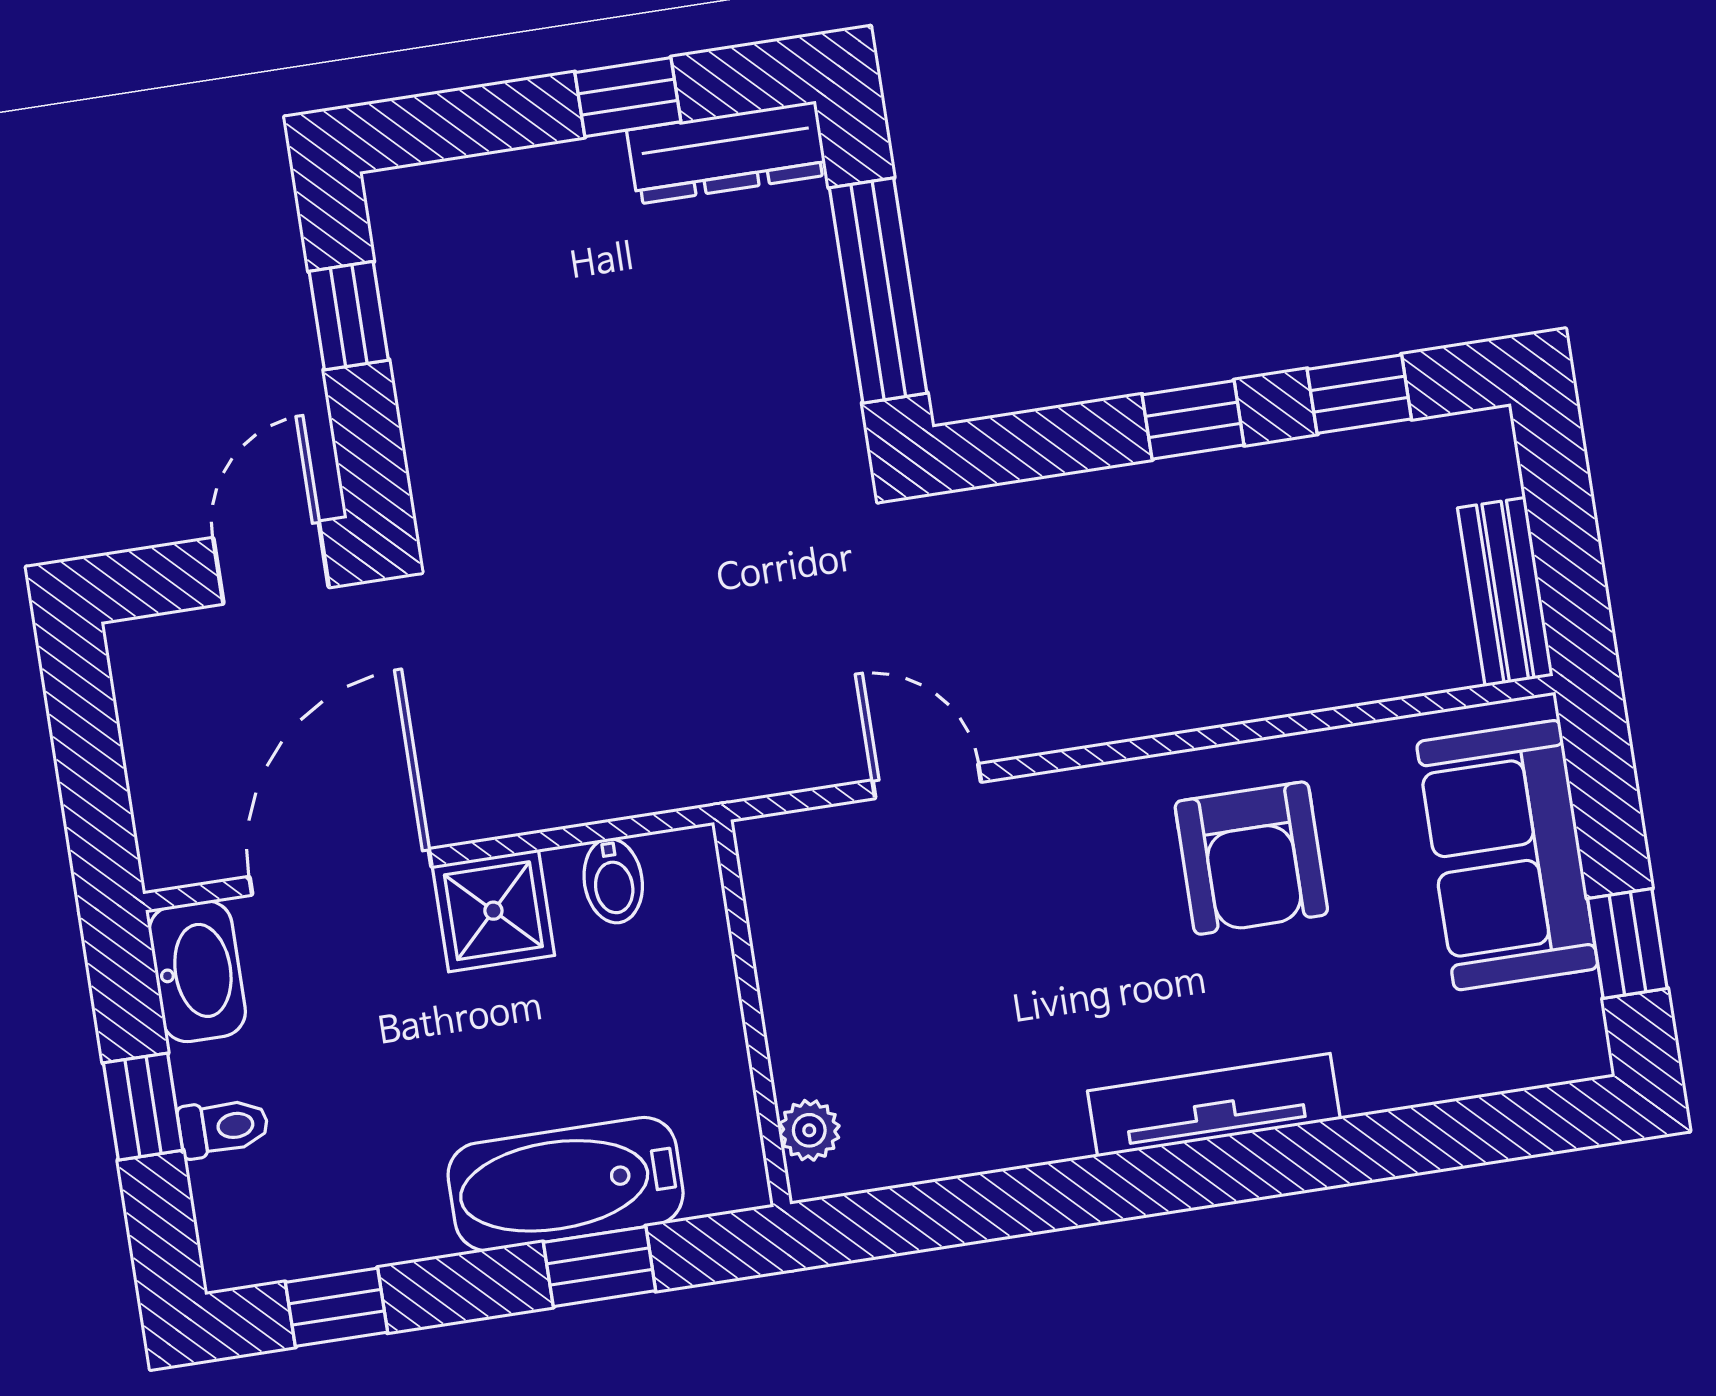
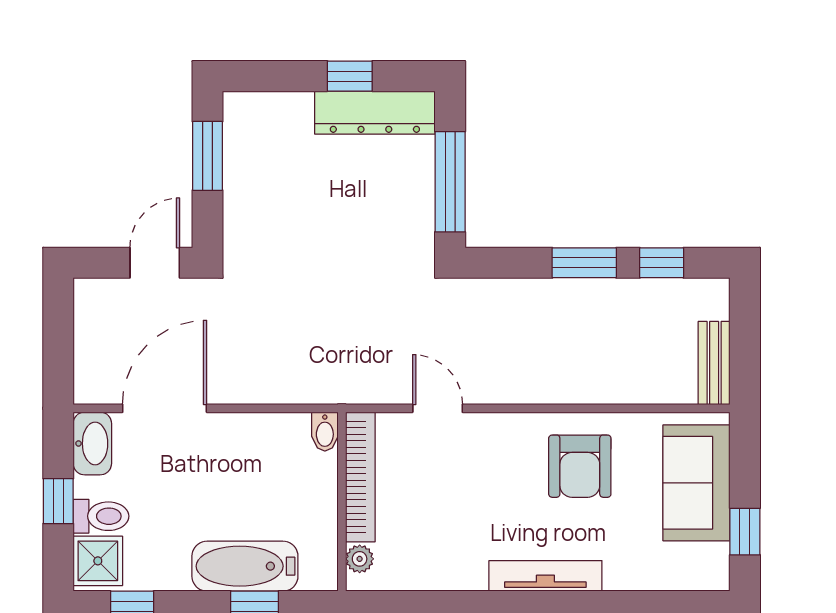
dresser: (727, 153) -> (375, 113), width x1.37, depth x1.24
window: (349, 316) -> (207, 156), width x1.50
window: (1193, 420) -> (584, 263), width x1.50
bidet: (613, 881) -> (325, 432), moved
shower: (493, 911) -> (98, 561), moved
bookcase: (784, 954) -> (360, 477), added
toilet: (223, 1127) -> (101, 516), width x1.37, depth x1.39

